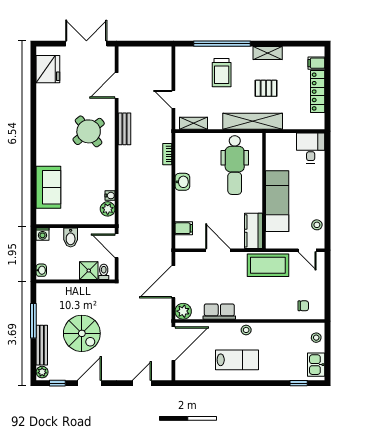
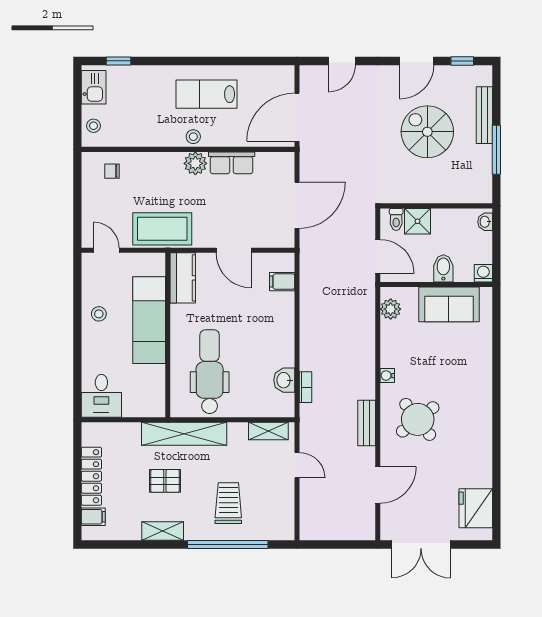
washbasin: (182, 182) -> (284, 380), moved
sofa: (48, 187) -> (449, 304), moved, turned -90
water cooler: (110, 196) -> (387, 376), moved
stool: (317, 225) -> (99, 314), moved
plant: (183, 311) -> (195, 163), moved
plant: (42, 372) -> (484, 77), removed

